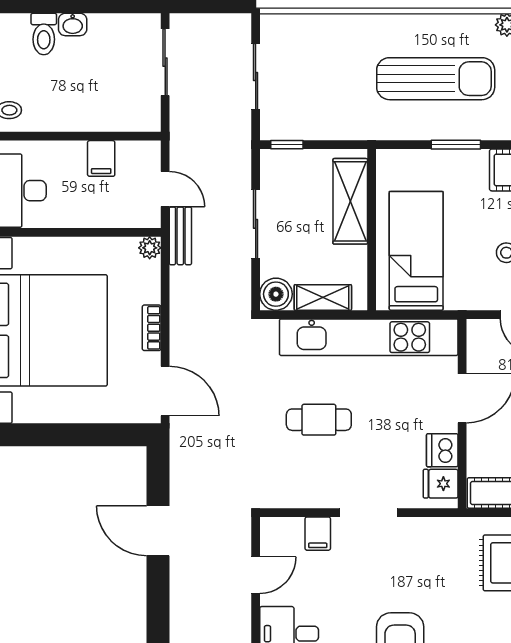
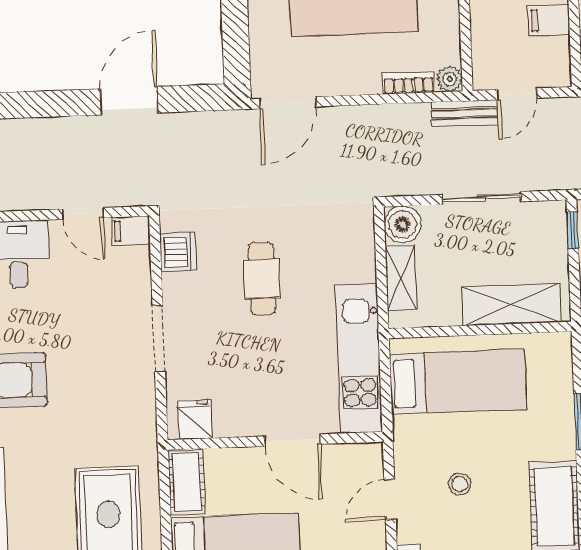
bookcase: (152, 328) -> (409, 83), moved
kitchen unit: (369, 337) -> (359, 358), width x0.73
dishwasher: (442, 450) -> (178, 252), moved, turned 90
filing cabinet: (318, 534) -> (131, 231), moved

